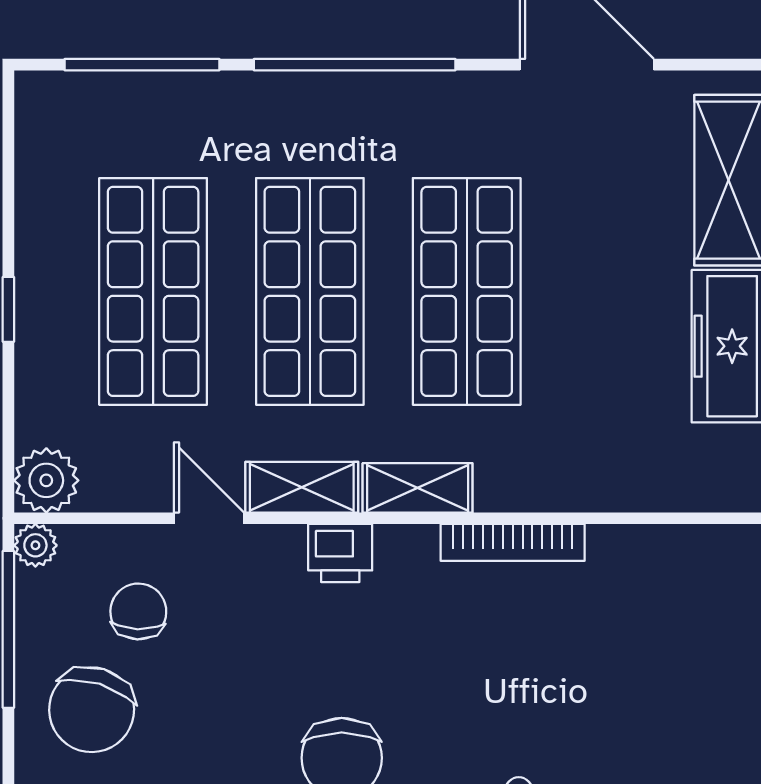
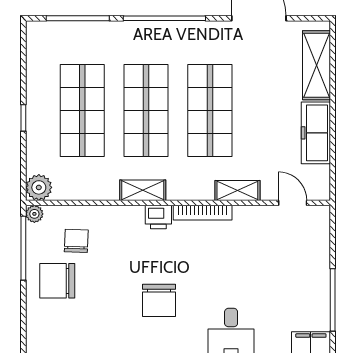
shelving: (418, 488) -> (237, 191), moved
door: (209, 518) -> (293, 203), moved
bookcase: (513, 542) -> (203, 213), moved
chair: (92, 710) -> (57, 281), turned 73

